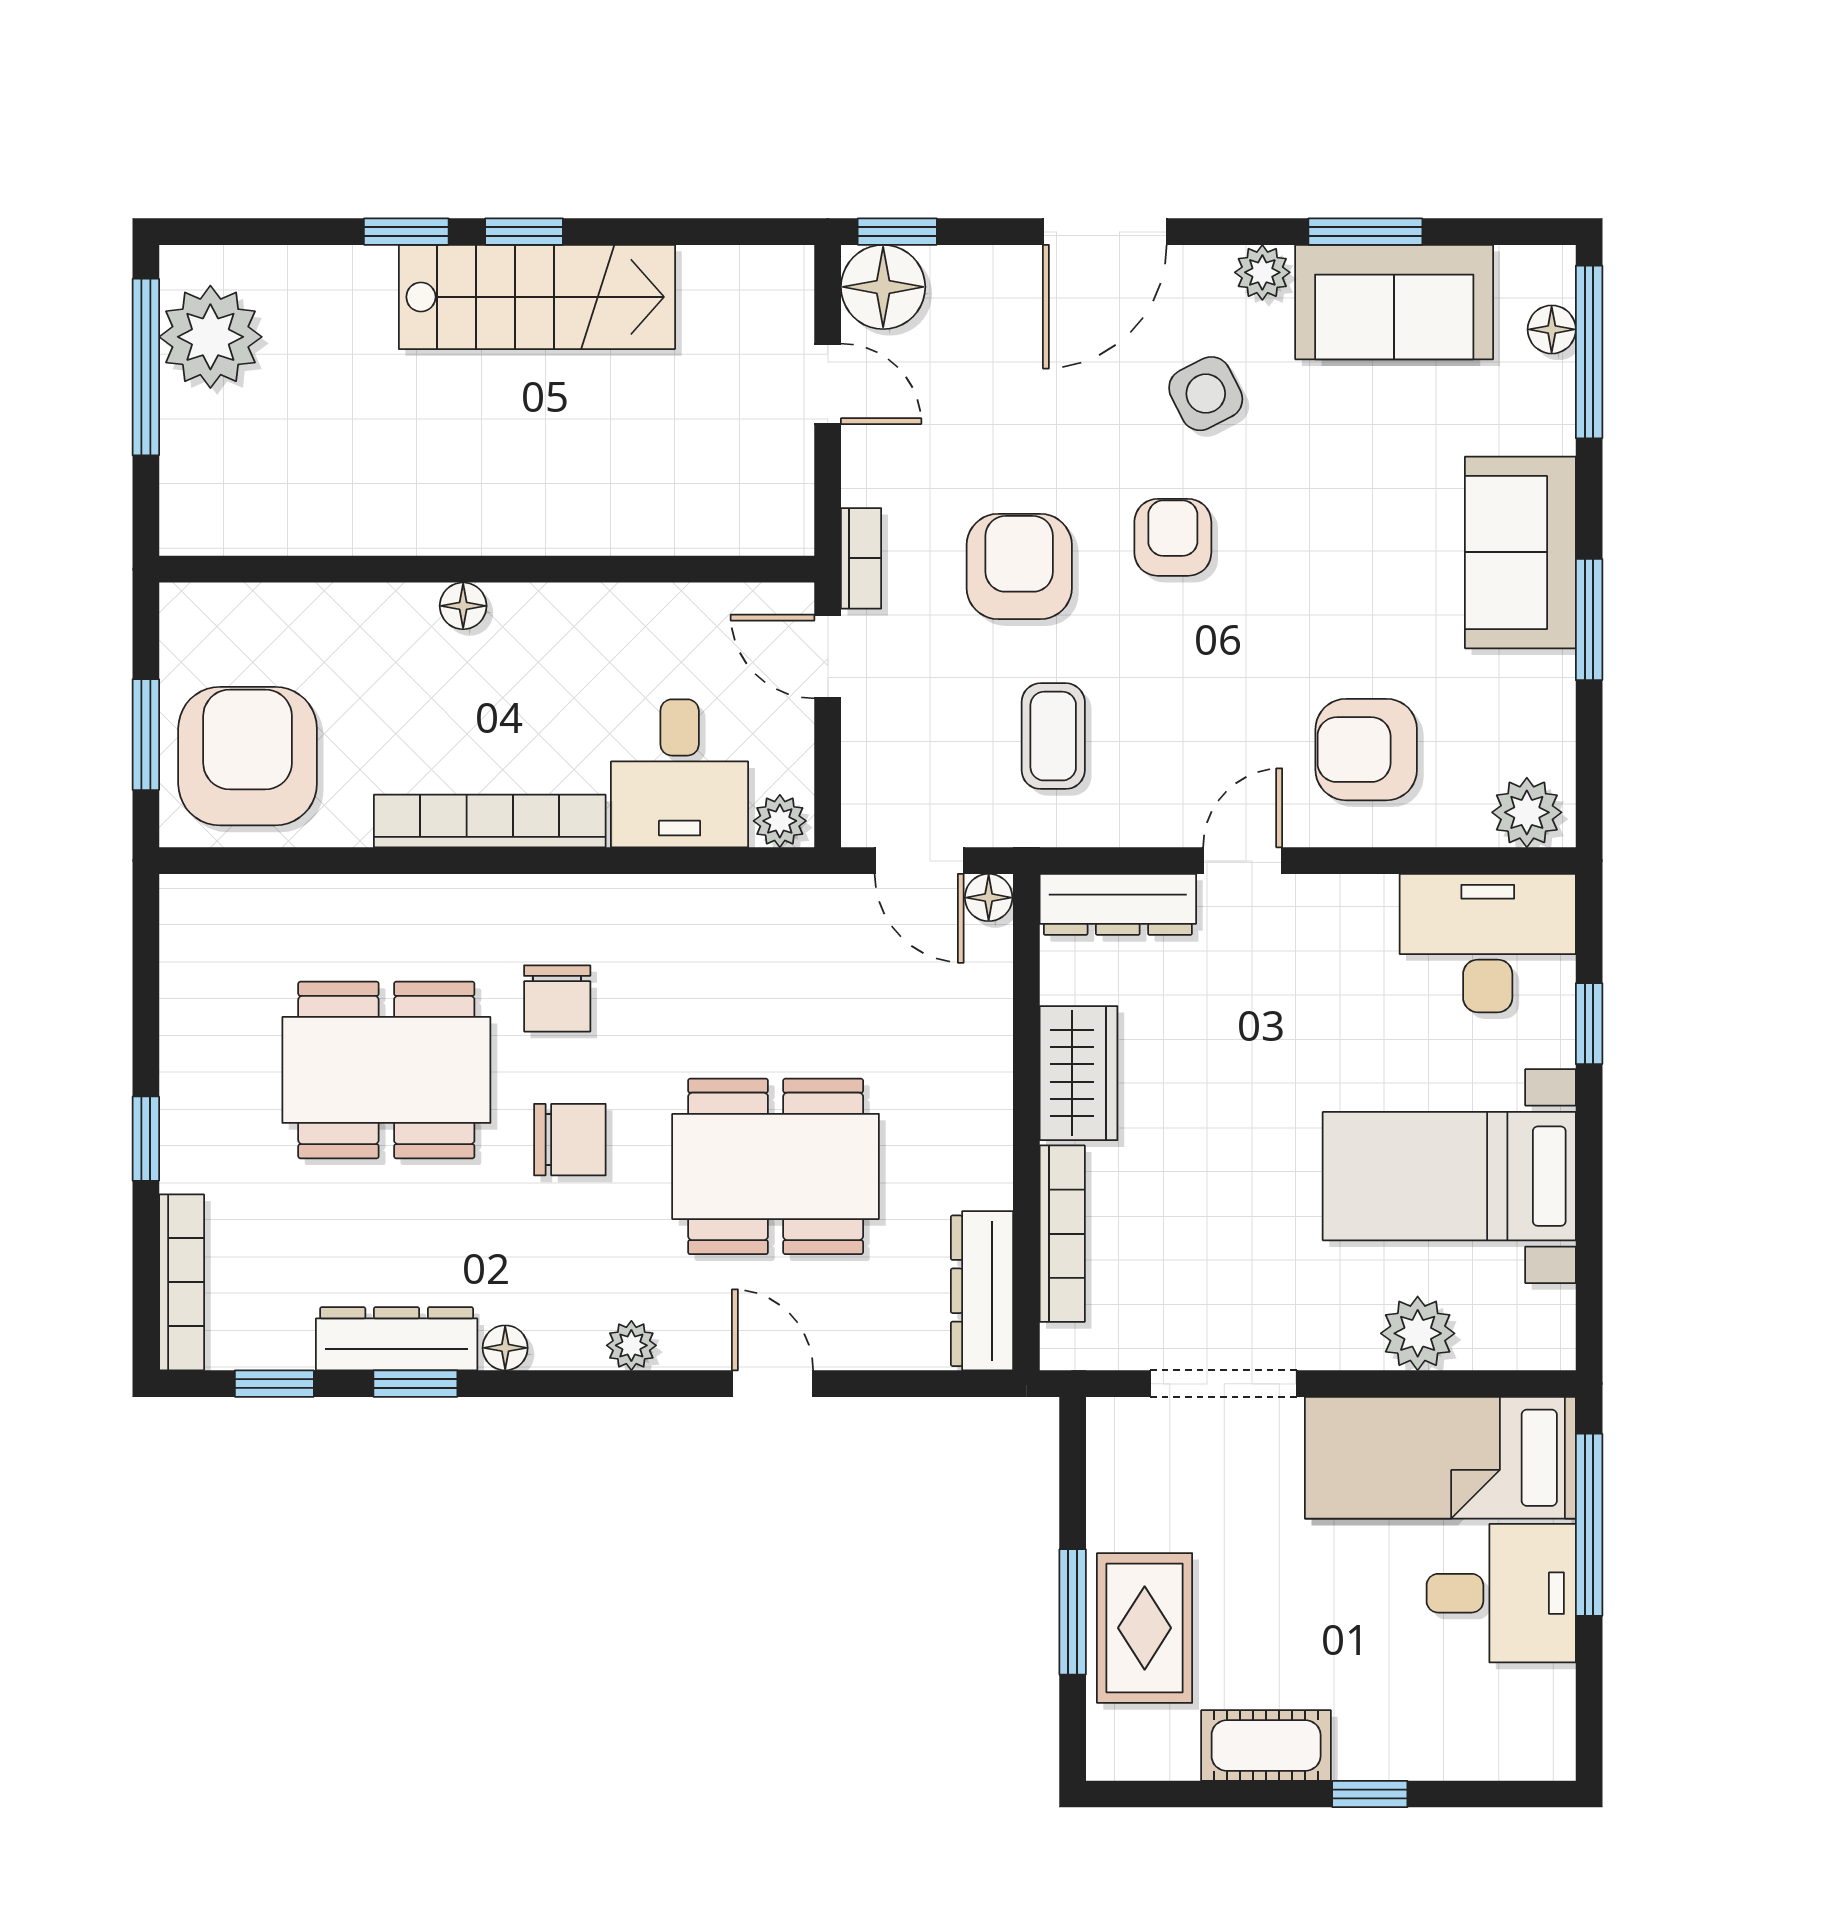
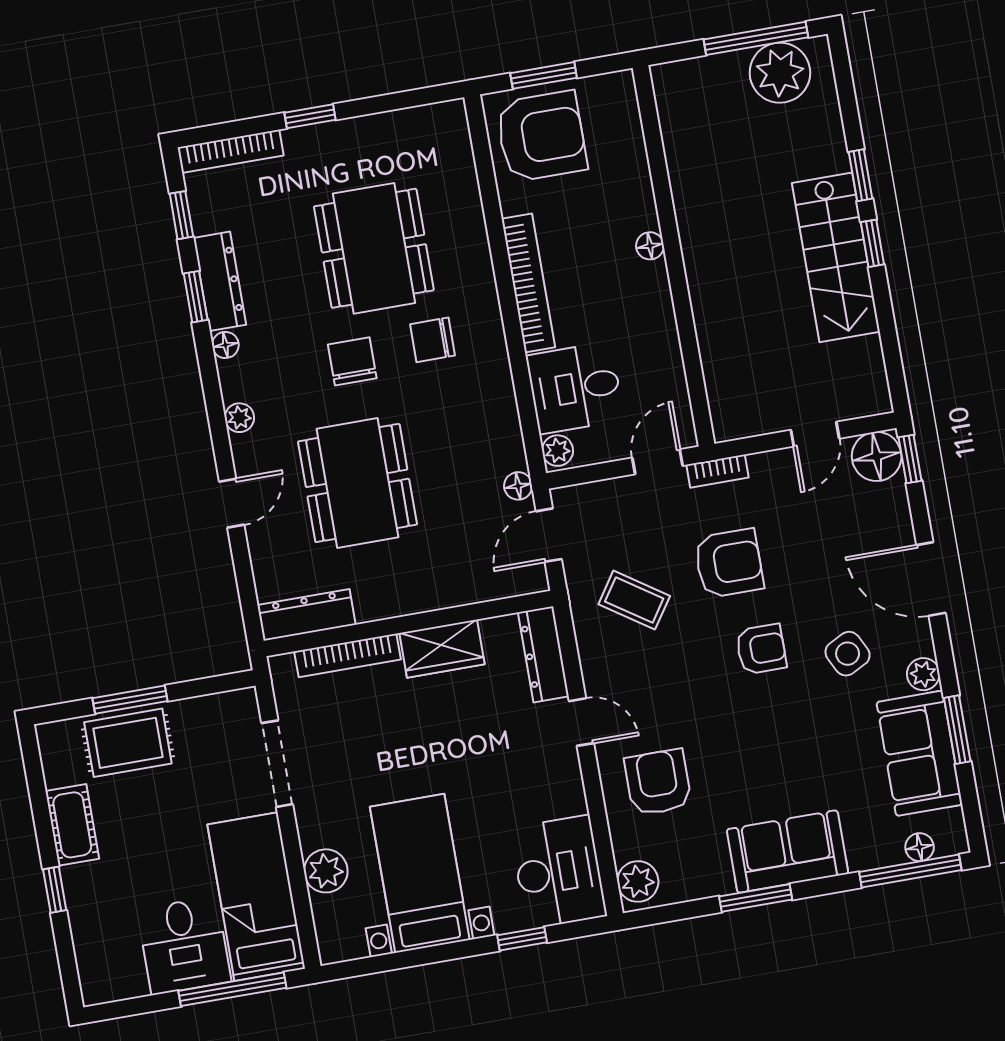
coffee table: (1053, 736) -> (634, 600), turned 34
floor lamp: (989, 898) -> (518, 486), moved
chair: (570, 1140) -> (352, 361), turned 180

